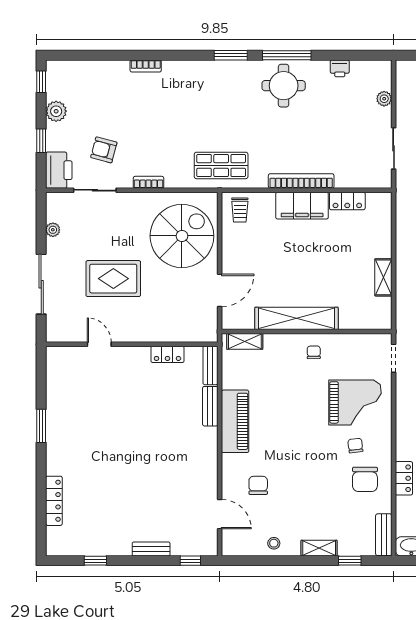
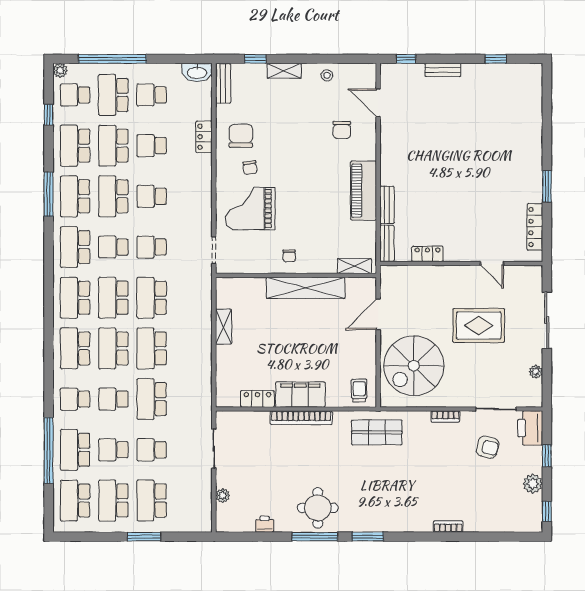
locker: (54, 501) -> (535, 227), moved

